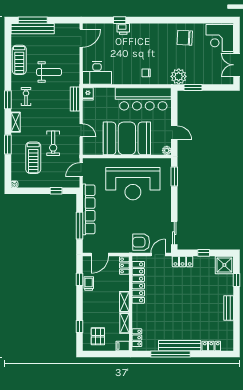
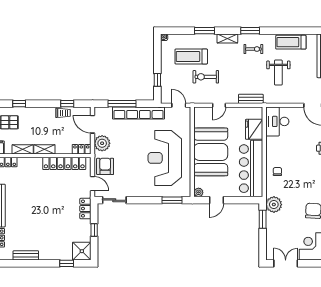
fridge: (88, 94) -> (254, 129), moved, width x1.88, depth x1.34
plant: (118, 245) -> (102, 143), added
bench: (229, 308) -> (26, 255), moved

